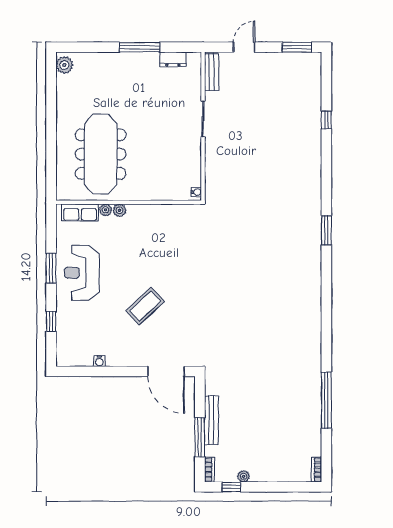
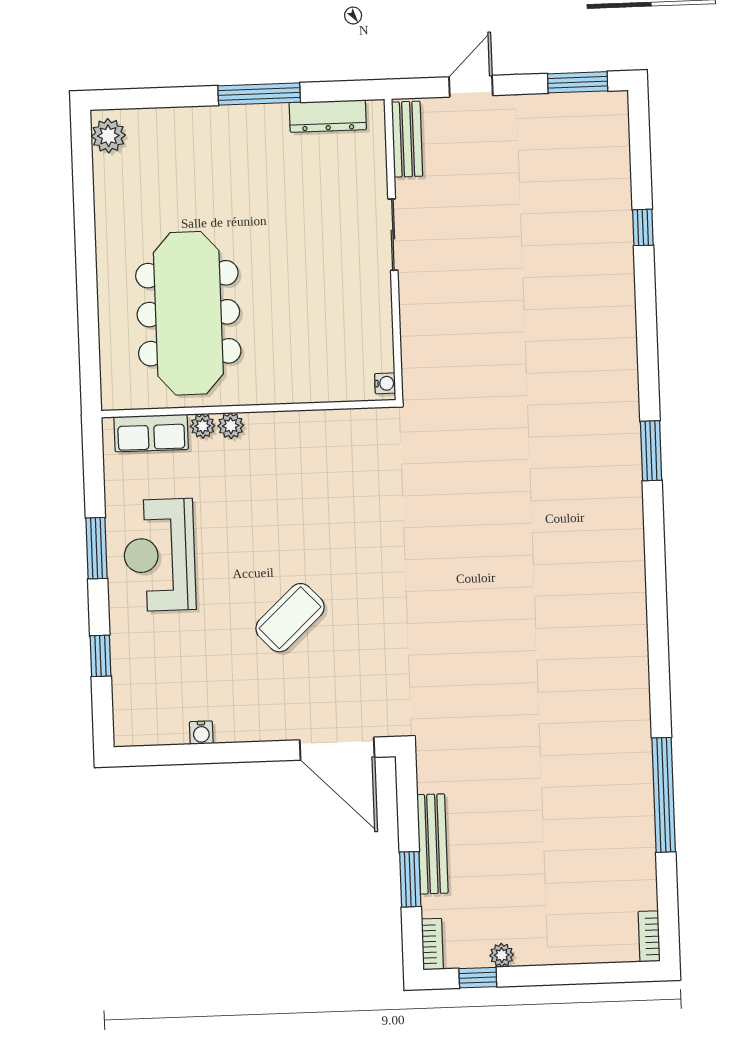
dresser: (173, 59) -> (328, 116), width x1.44
window: (200, 437) -> (410, 879), width x0.69

